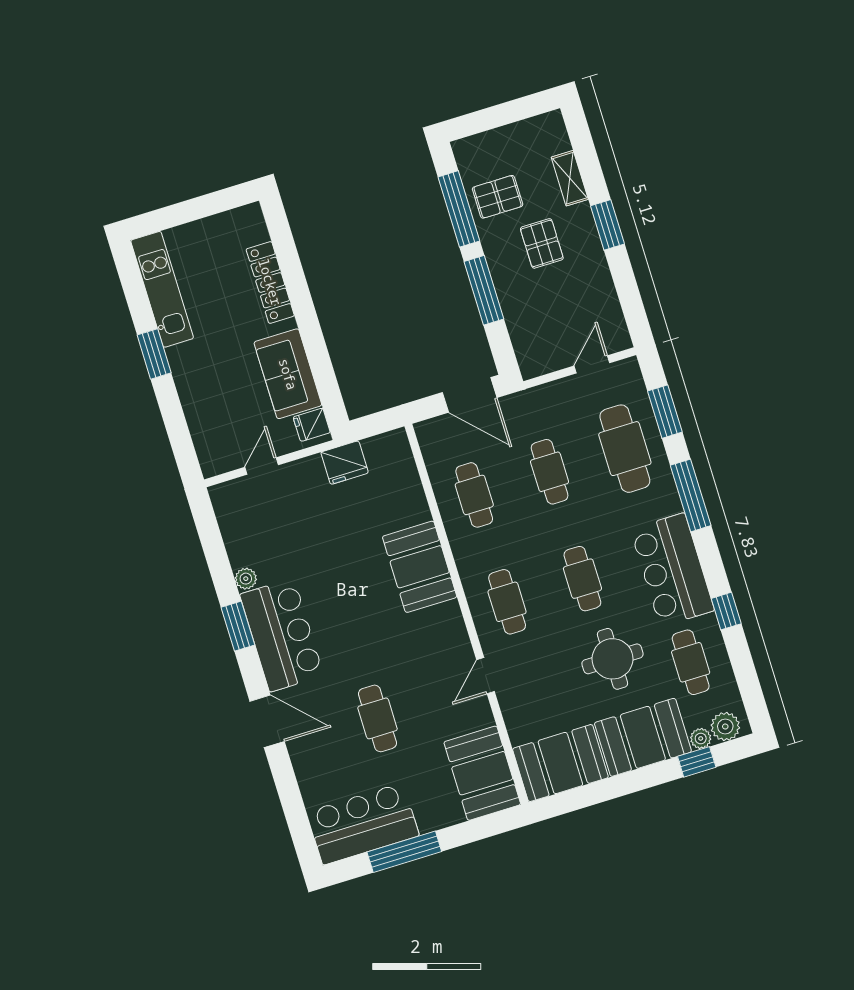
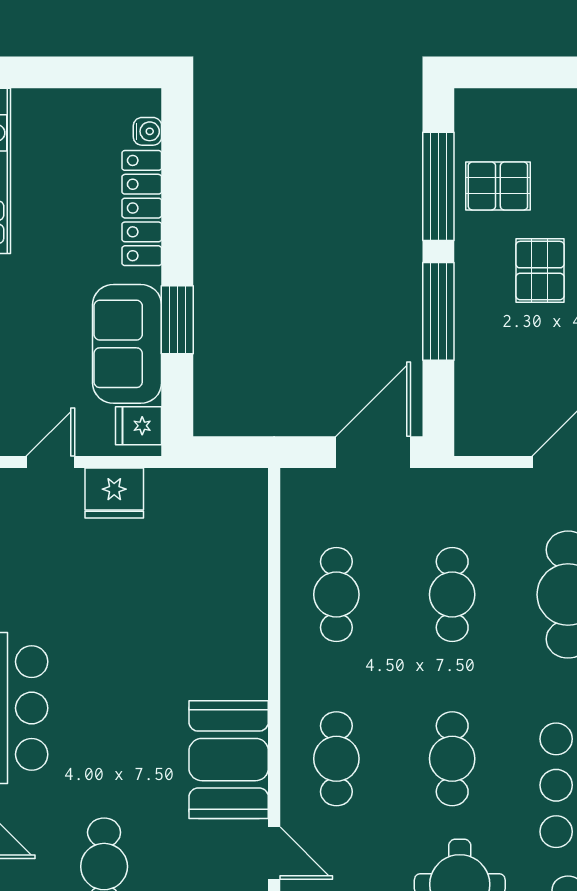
water cooler: (259, 231) -> (147, 131), added
window: (316, 348) -> (177, 320), added
door: (470, 395) -> (373, 452), swing flipped
fridge: (345, 463) -> (114, 493), moved
booth: (420, 567) -> (229, 760), moved
door: (485, 676) -> (274, 853), swing flipped

